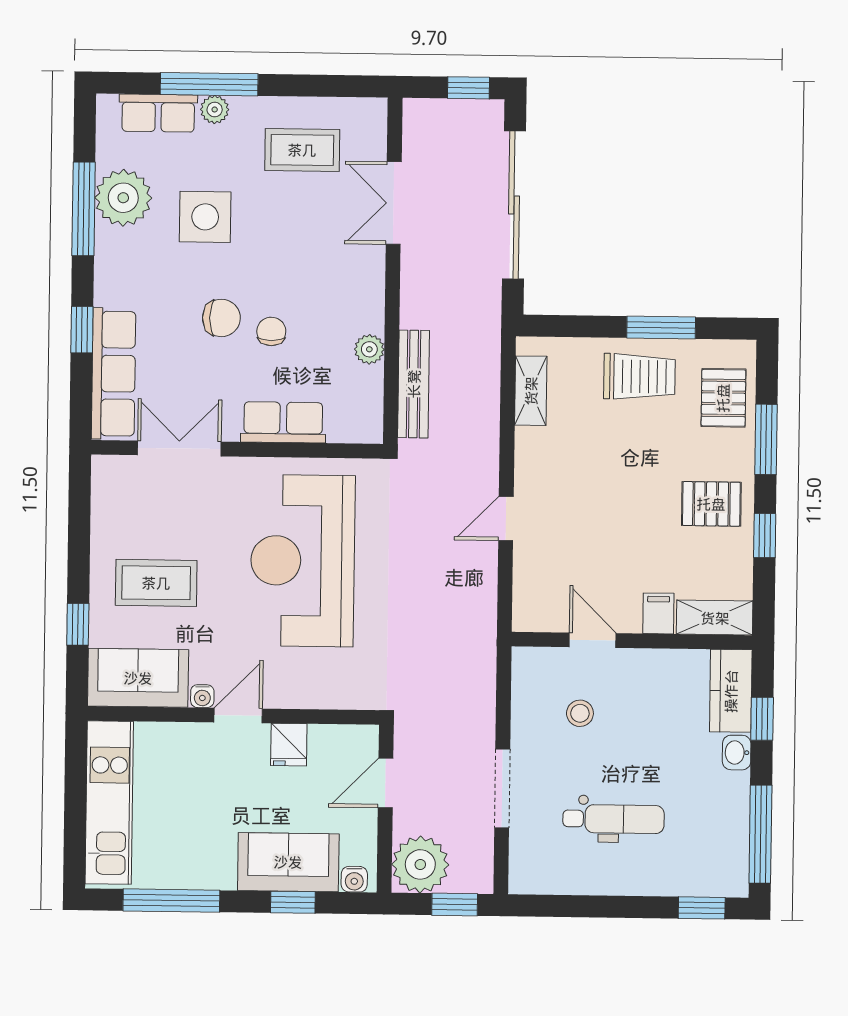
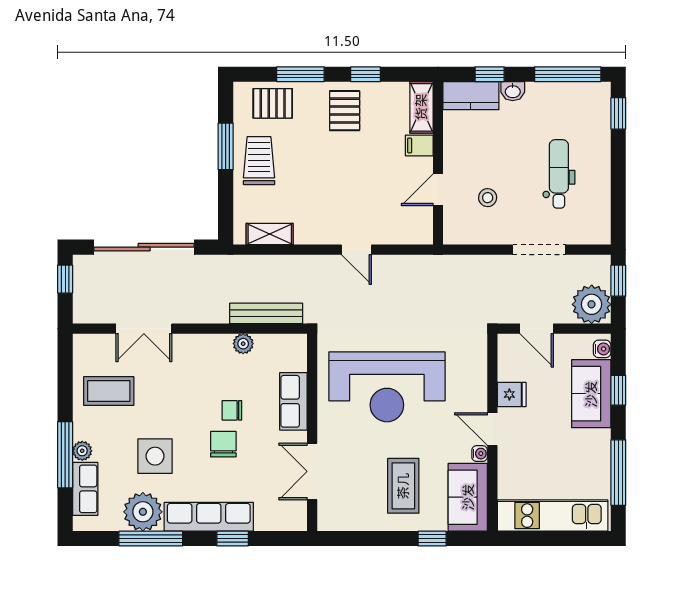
coffee table: (302, 150) -> (109, 391), turned 90
row of seats: (114, 374) -> (209, 517), moved

